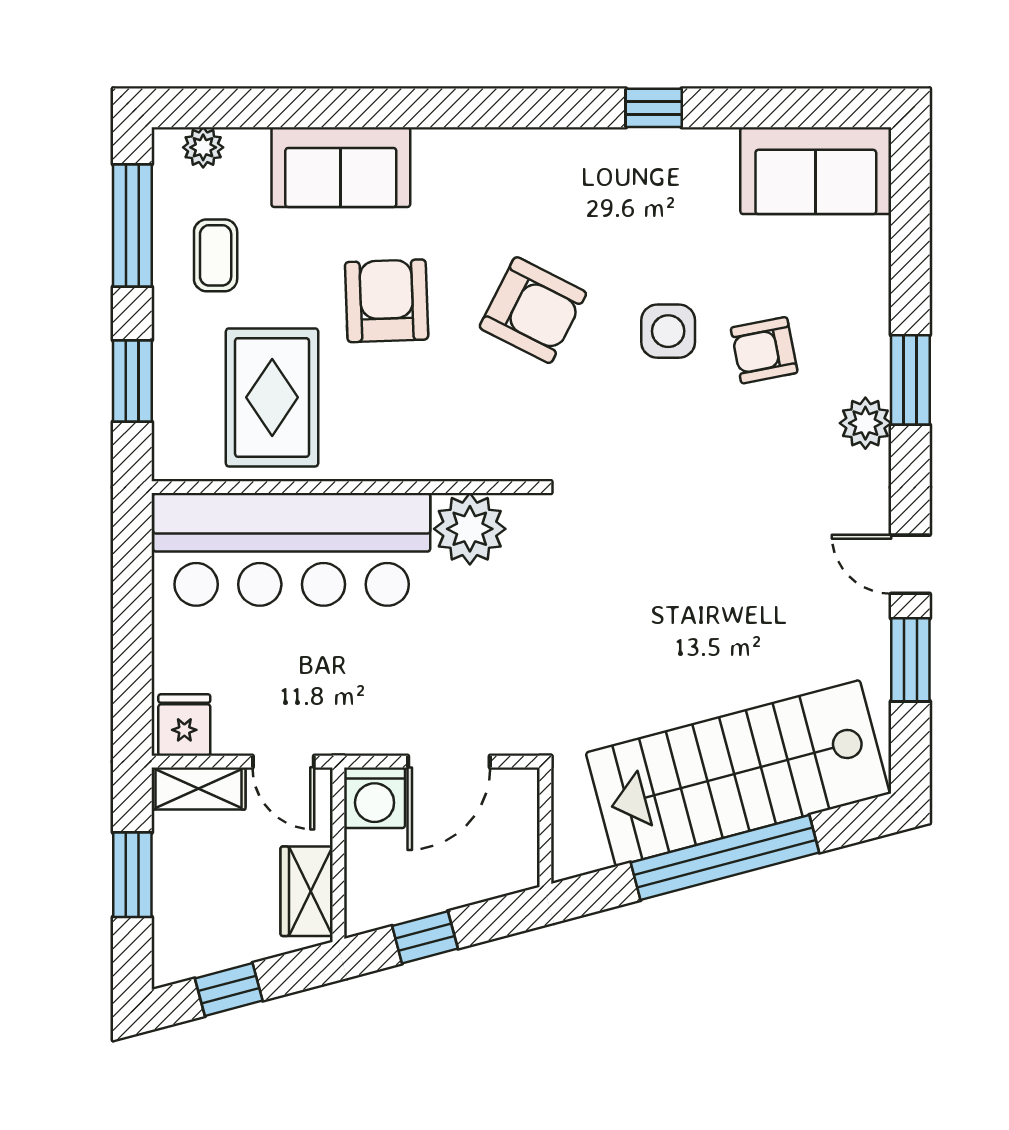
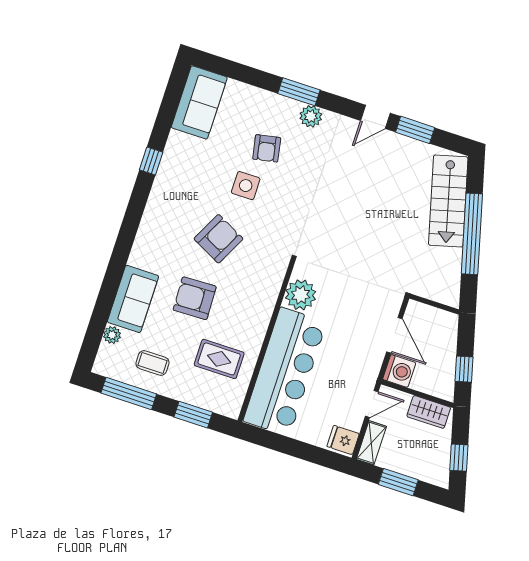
plant: (203, 147) -> (112, 335), moved
rug: (272, 397) -> (219, 359), width x0.73, depth x0.70
stairs: (738, 773) -> (448, 201), width x0.73, depth x0.66

